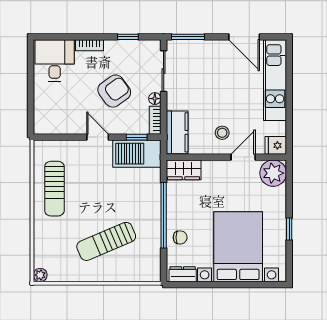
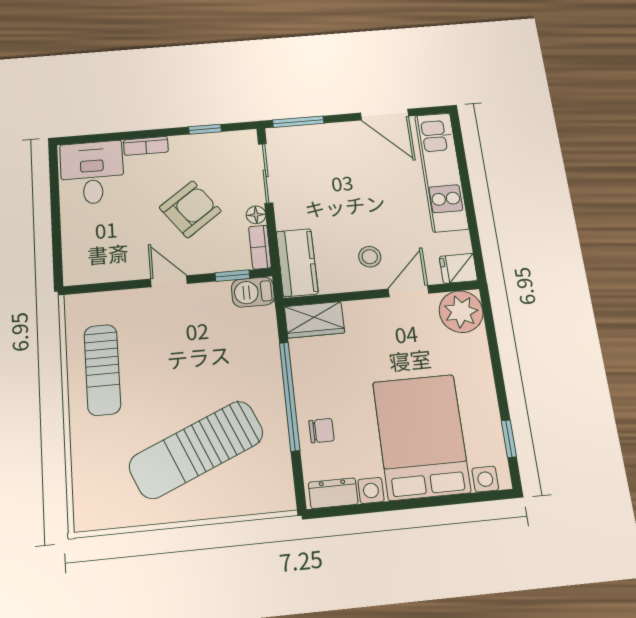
barbecue: (137, 154) -> (253, 292), width x0.53, depth x0.65
window: (289, 229) -> (509, 439), moved
sun lounger: (106, 241) -> (196, 450), width x1.36, depth x1.34
plant: (40, 275) -> (85, 519), removed

